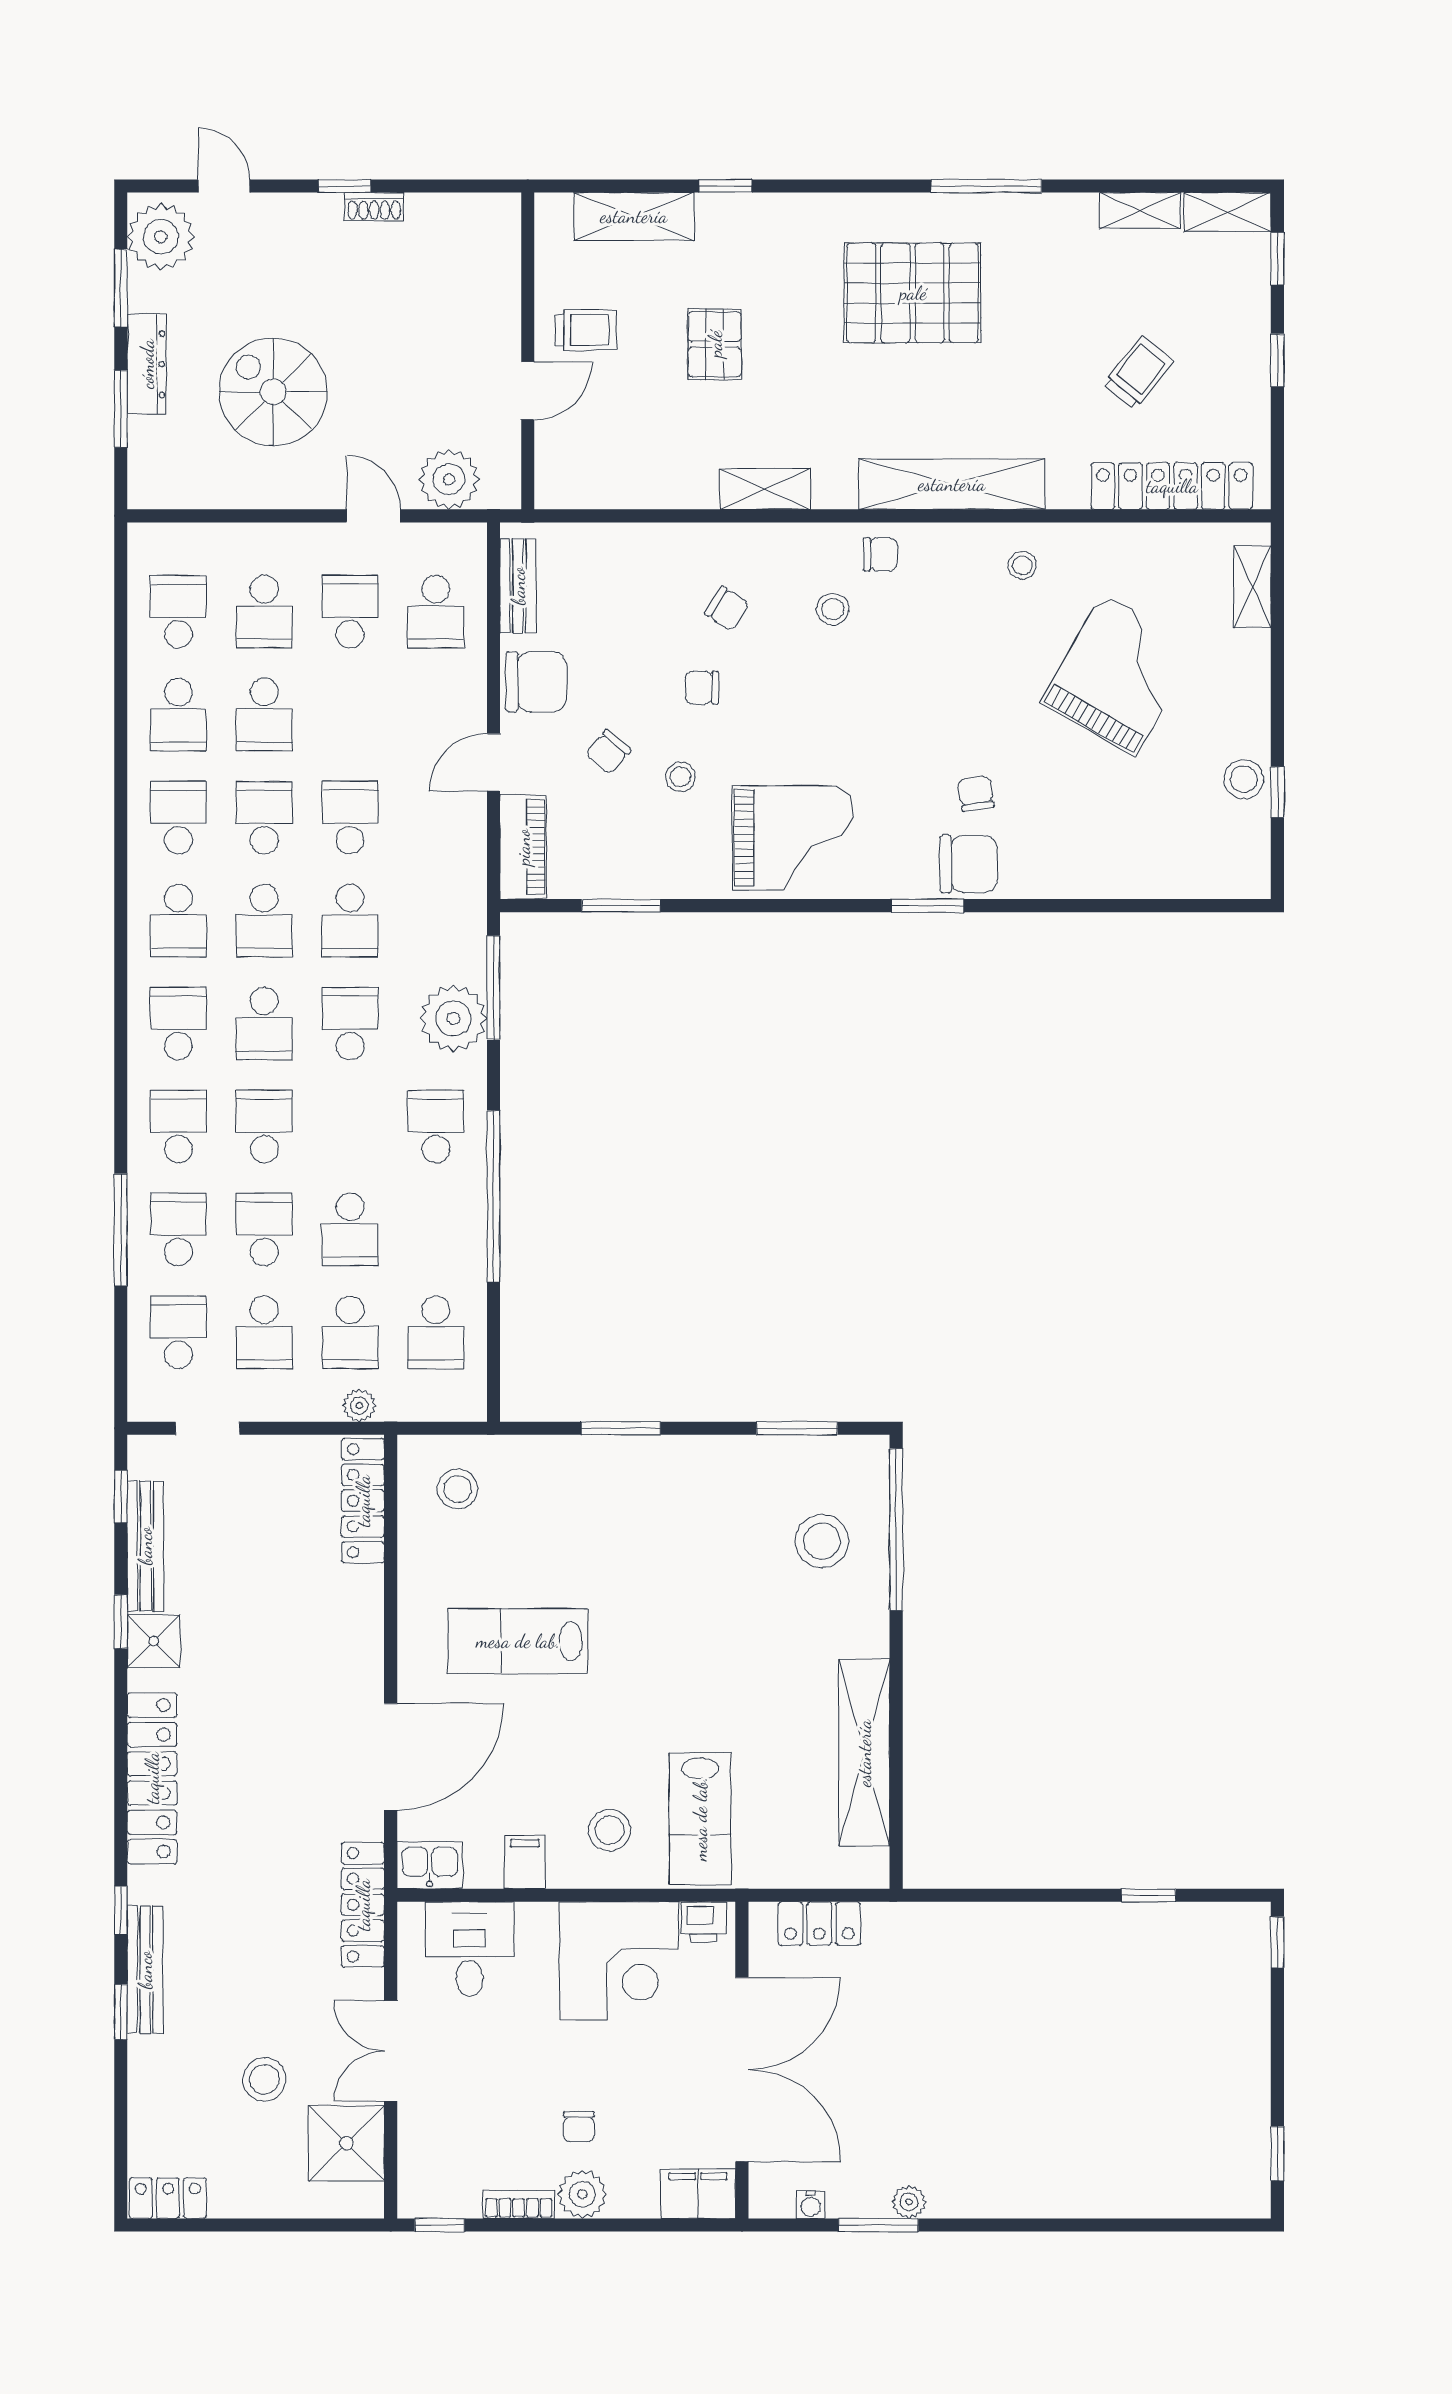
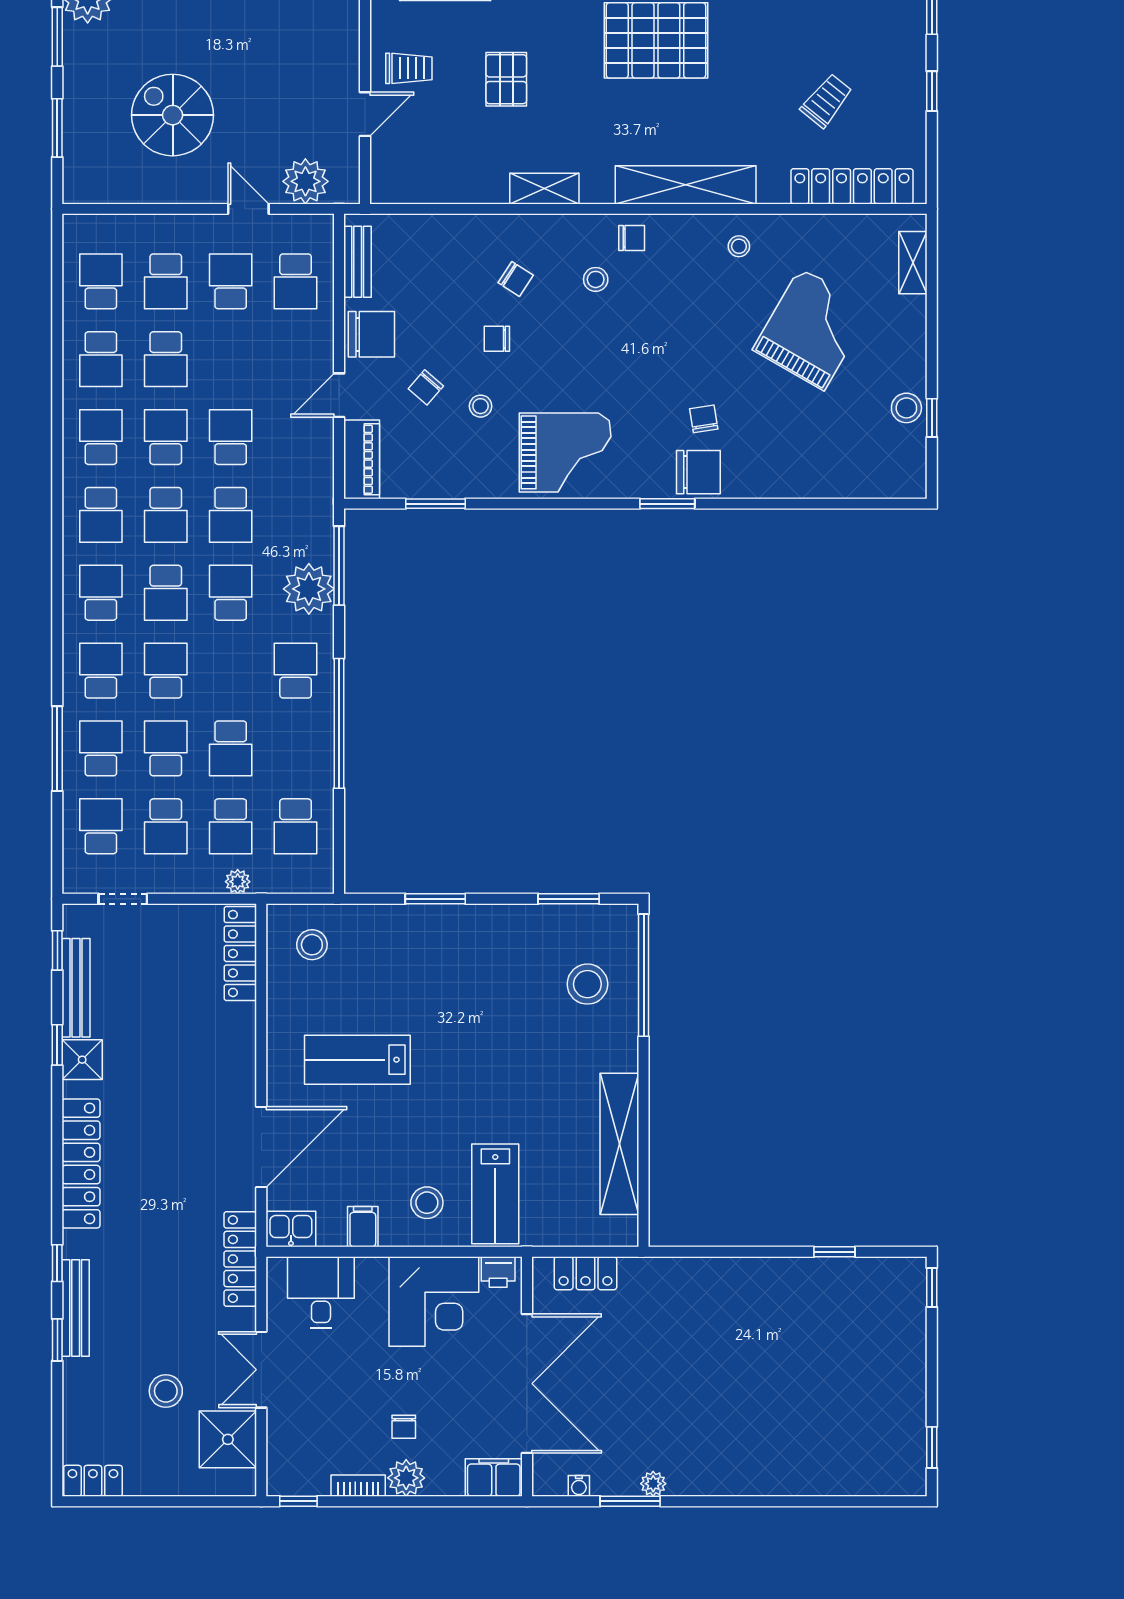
dresser: (147, 364) -> (77, 94), removed

